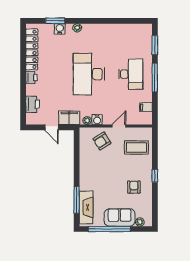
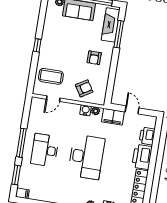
printer: (32, 78) -> (142, 157), width x1.87, depth x1.48
filing cabinet: (146, 107) -> (22, 193), moved
door: (119, 126) -> (53, 99), moved
armchair: (134, 187) -> (94, 58), moved

